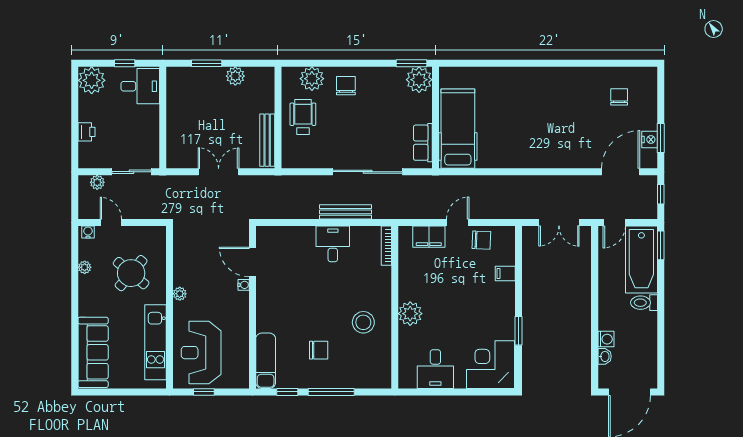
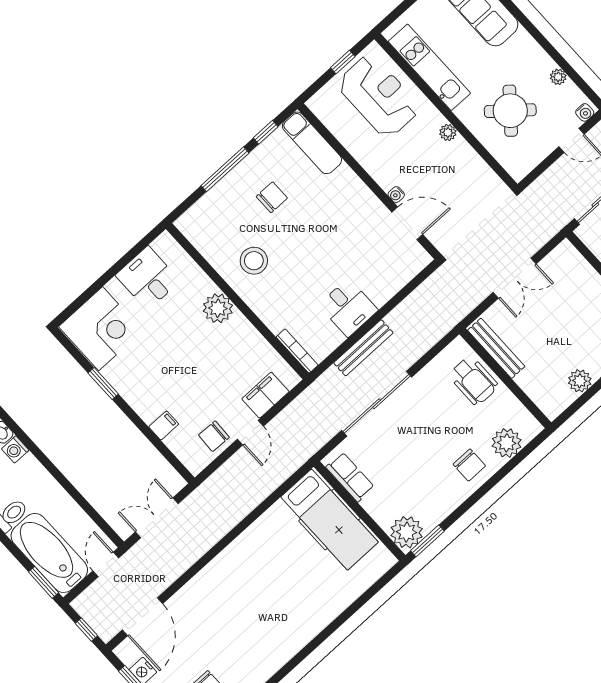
wheelchair: (303, 117) -> (473, 381), moved
chair: (319, 350) -> (272, 197), turned 180

